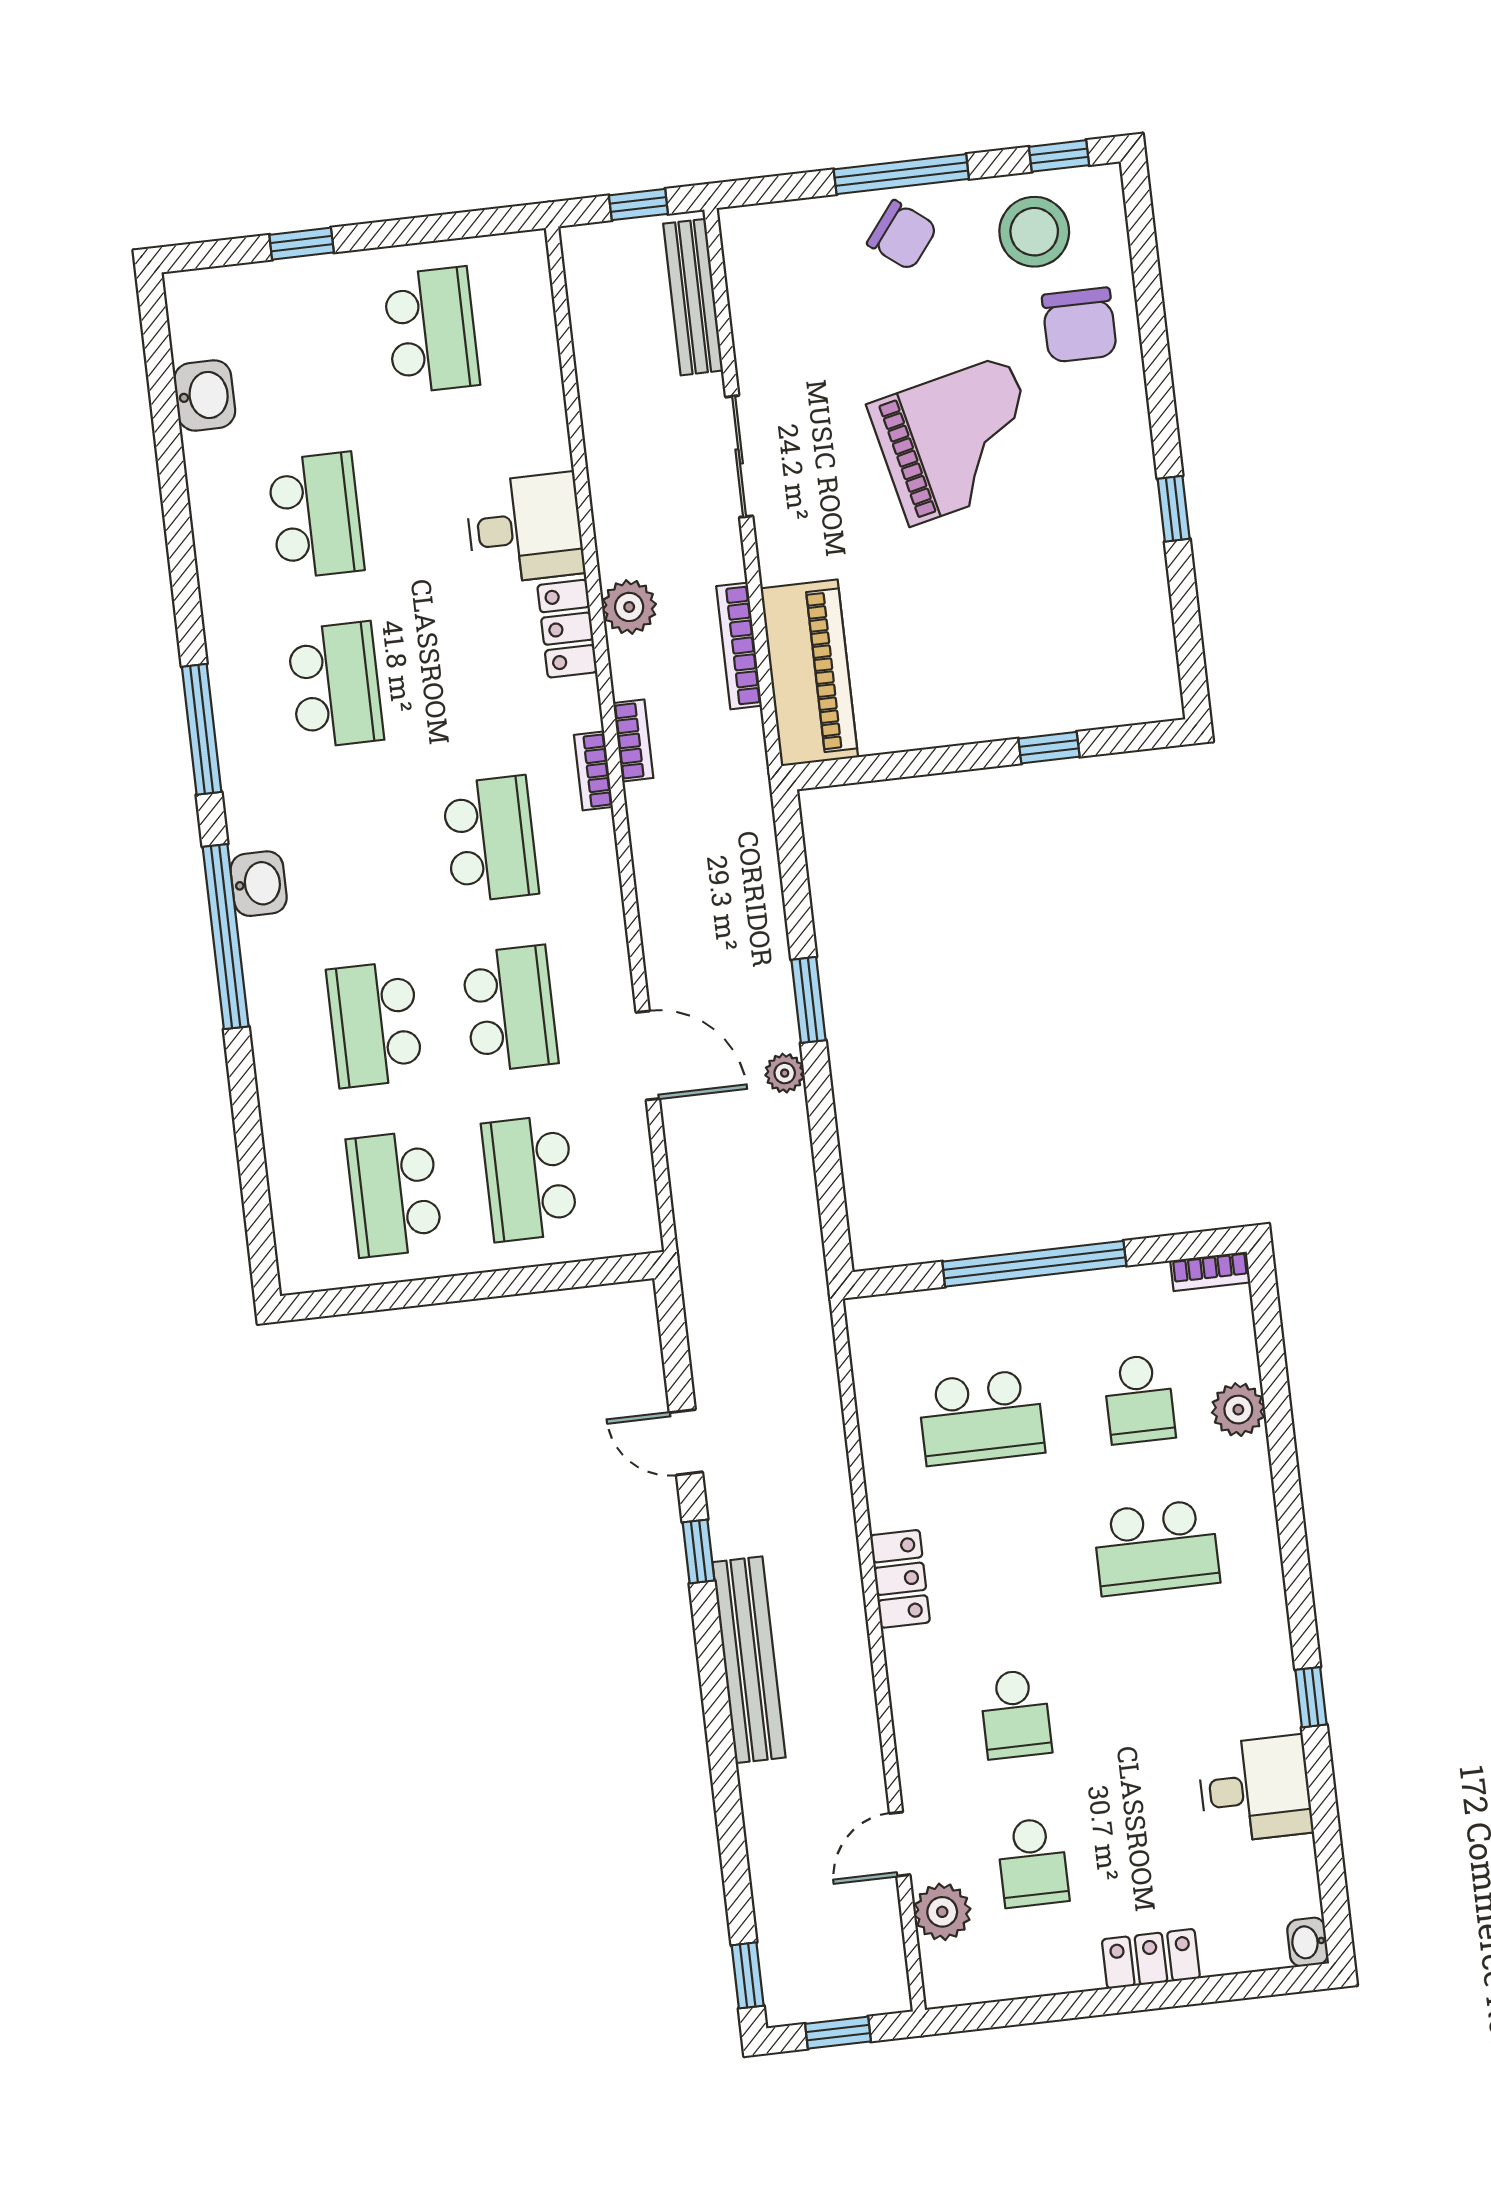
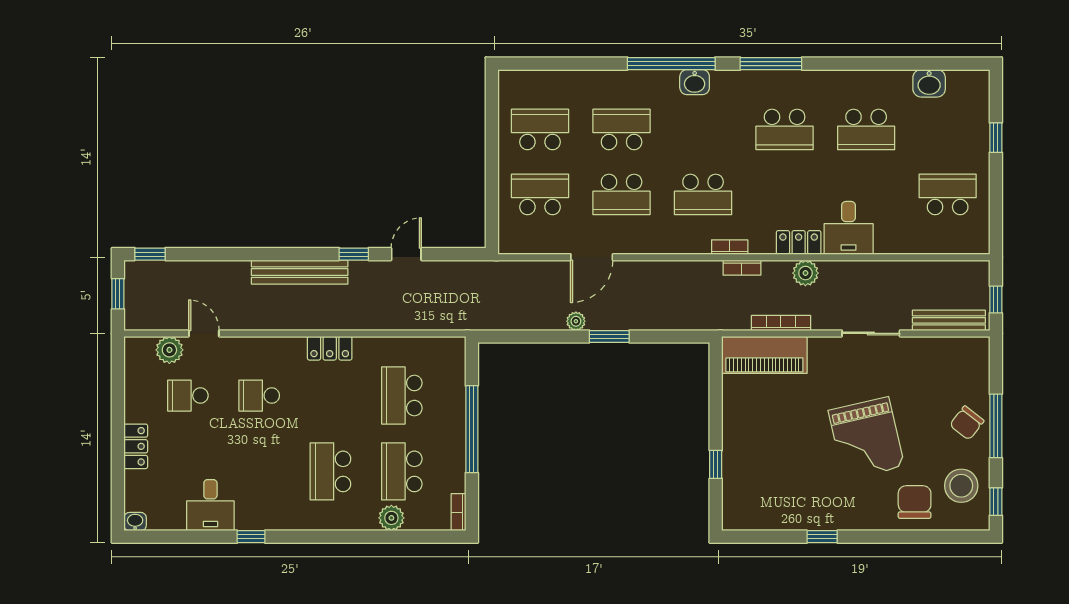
chair: (1079, 325) -> (915, 502), turned 90
school desk: (431, 330) -> (948, 194), turned 180
school desk: (1139, 1399) -> (402, 471), width x1.85

